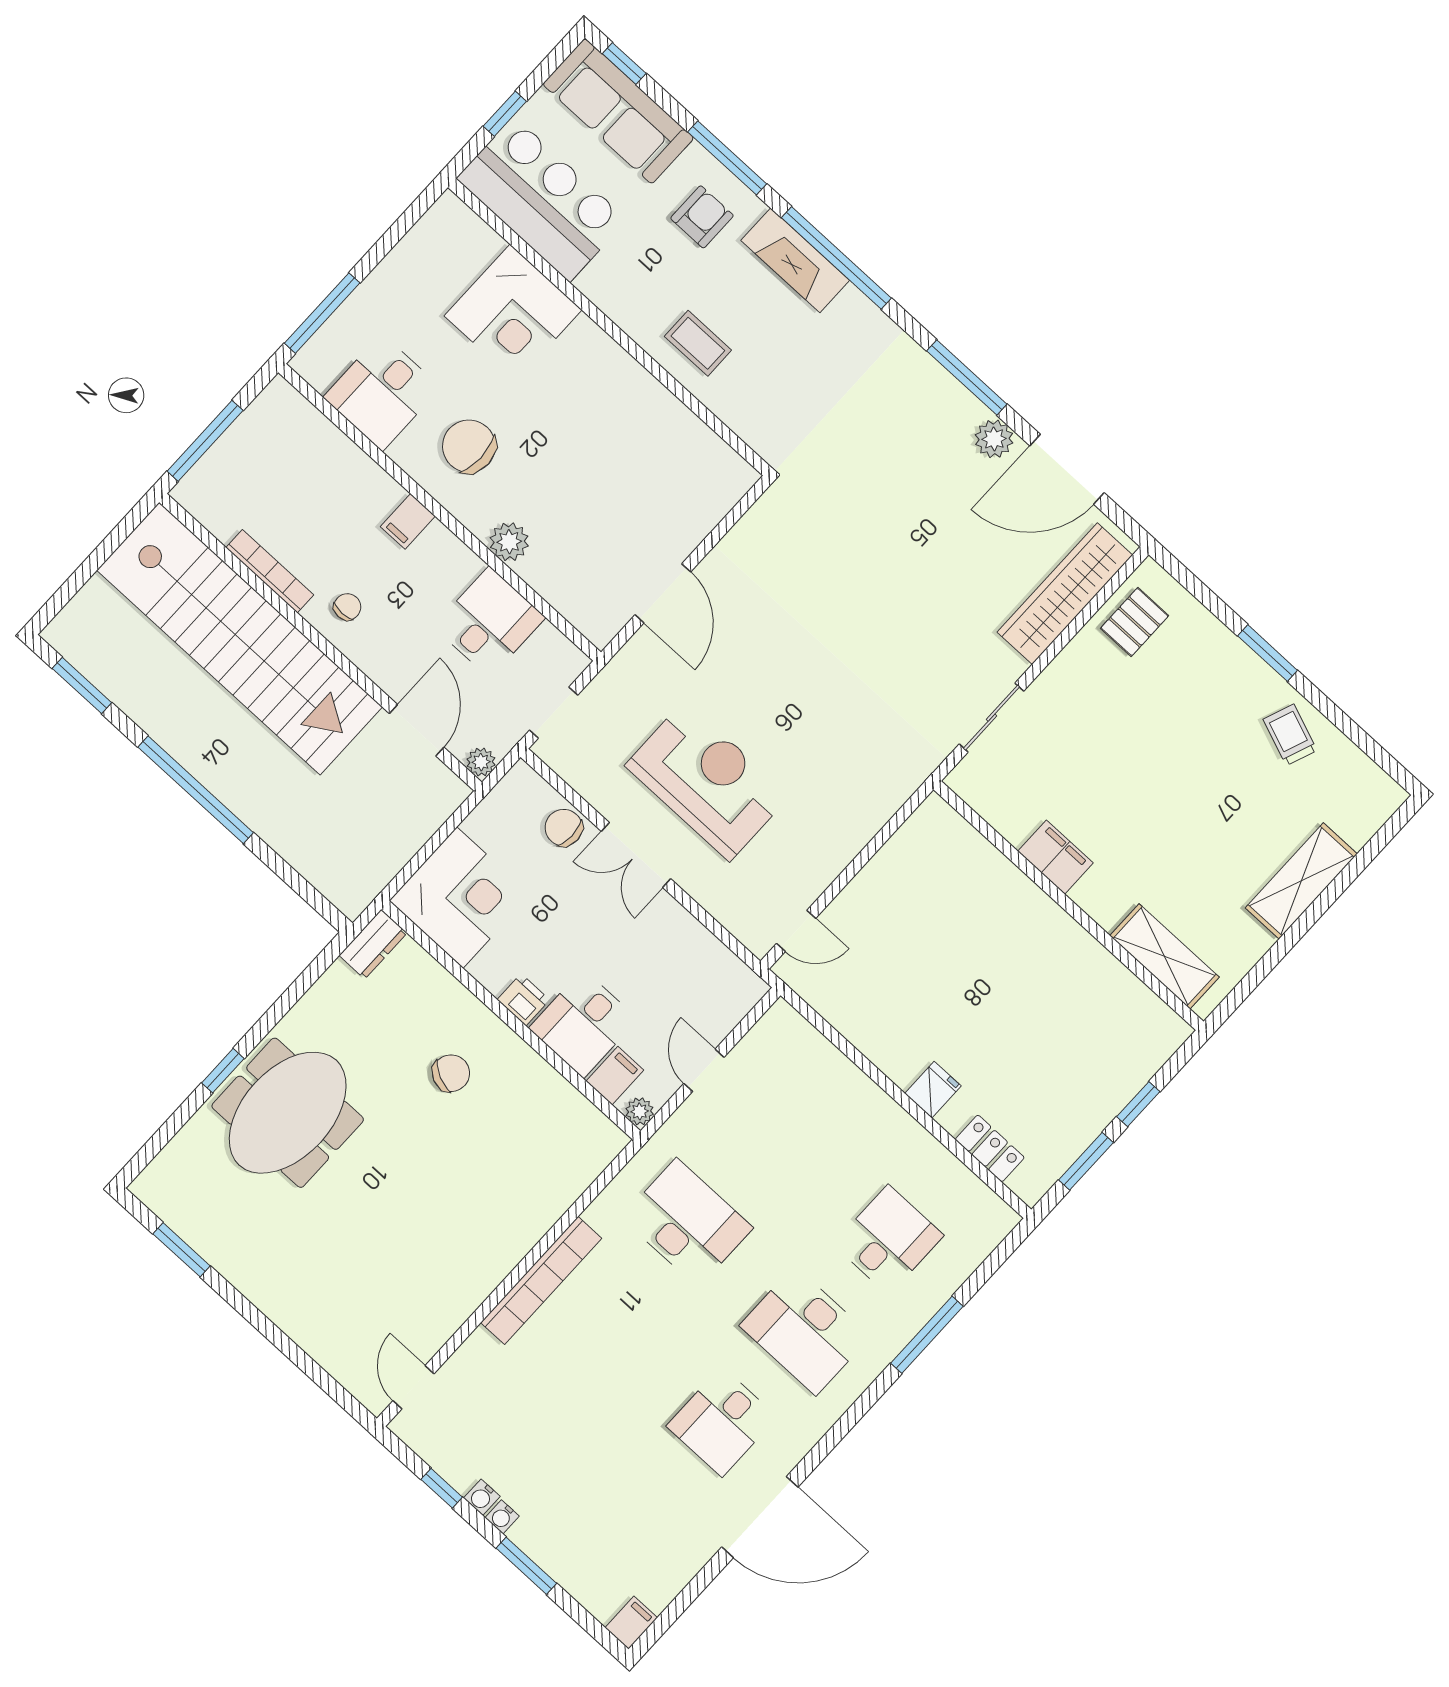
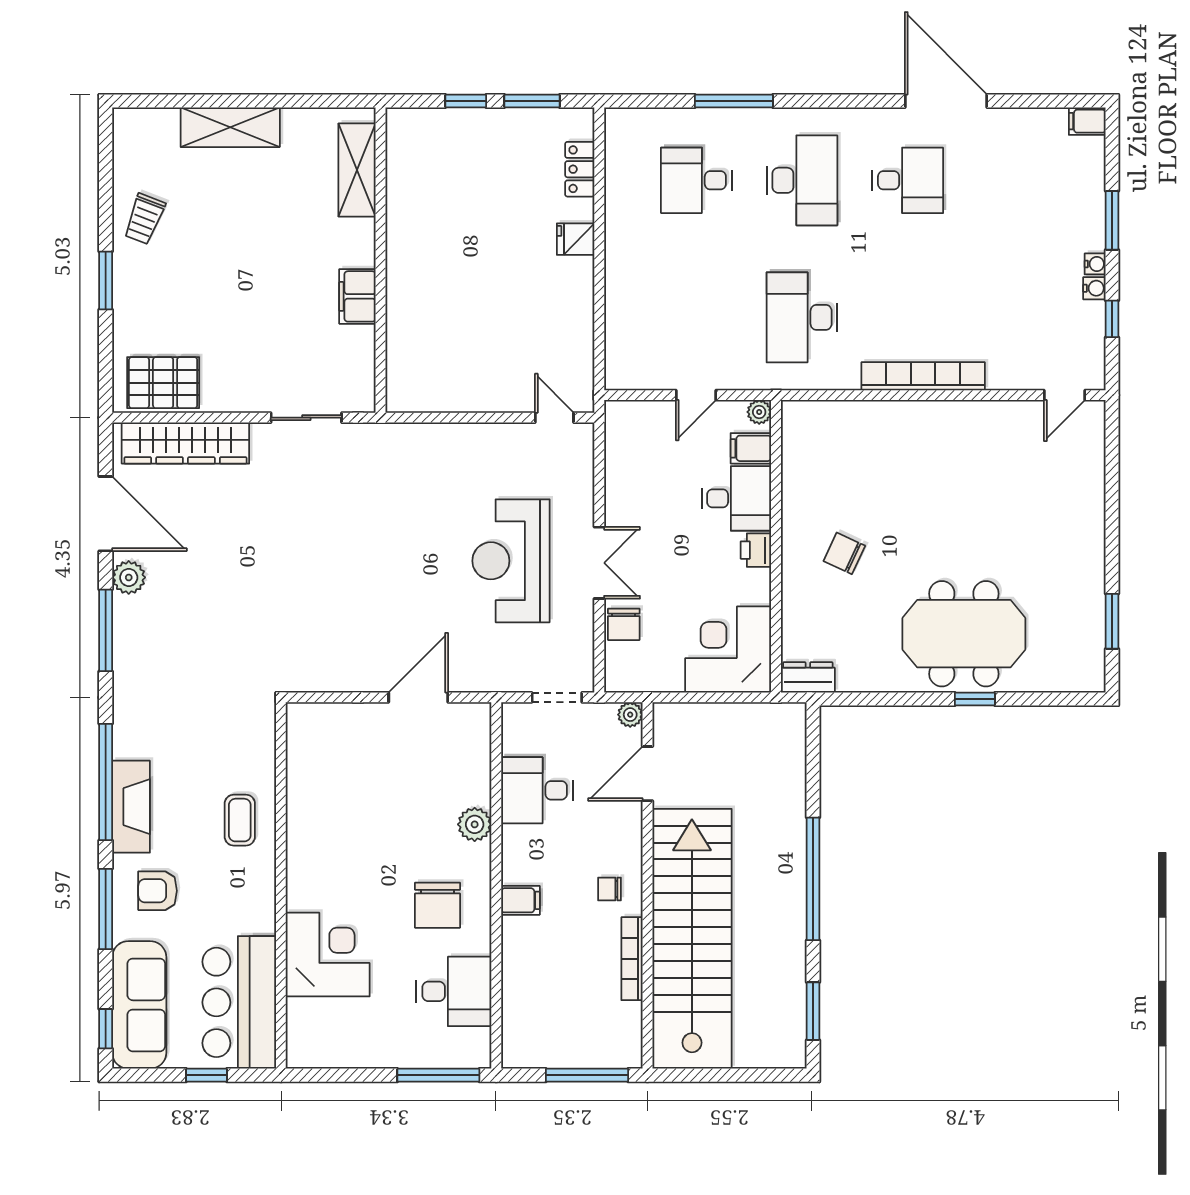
pallet: (1135, 622) -> (163, 383), width x1.50, depth x1.42

